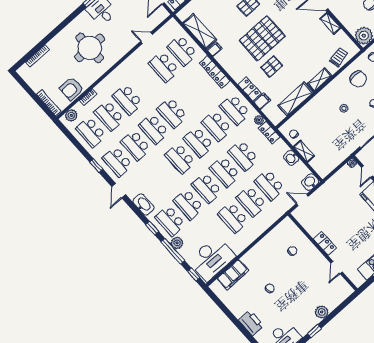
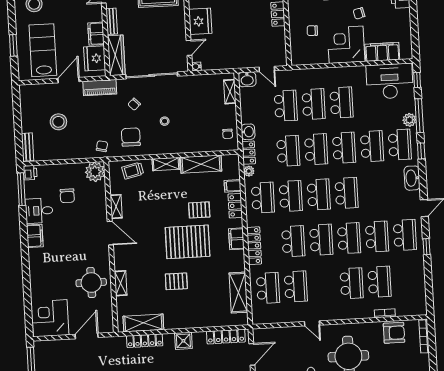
door: (147, 38) -> (312, 323), moved
filing cabinet: (215, 49) -> (236, 239), moved, width x2.00
plant: (71, 115) -> (413, 309), removed
school desk: (91, 132) -> (293, 241), moved
shelving: (304, 151) -> (230, 92), moved
washbasin: (291, 158) -> (248, 132), moved
corner desk: (261, 260) -> (346, 45), added

